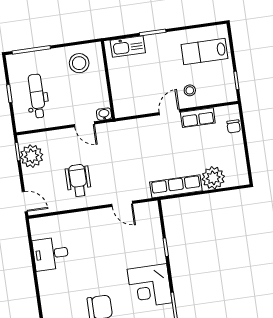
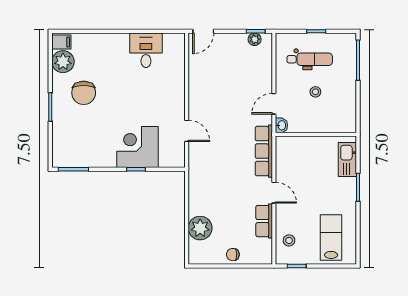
stool: (79, 63) -> (315, 92), moved, width x0.53, depth x0.53
stool: (190, 90) -> (289, 240), moved
chair: (234, 126) -> (233, 255), moved
plant: (32, 156) -> (255, 39), width x0.53, depth x0.53
wheelchair: (78, 180) -> (217, 89), removed
row of seats: (176, 186) -> (264, 151), moved, turned 180
door: (122, 204) -> (187, 131), swing flipped
corner desk: (150, 286) -> (138, 147), moved

